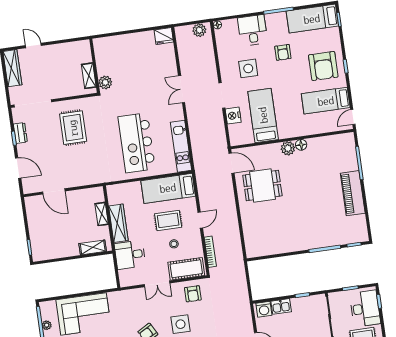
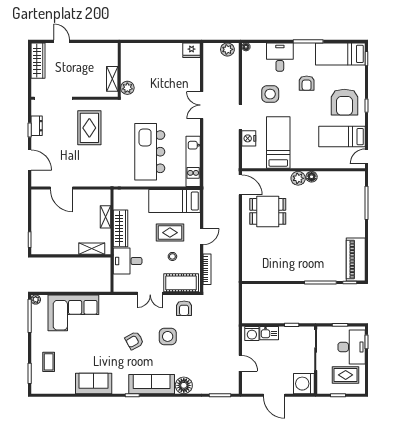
piano: (353, 193) -> (356, 260), moved
plant: (47, 325) -> (36, 300), moved

